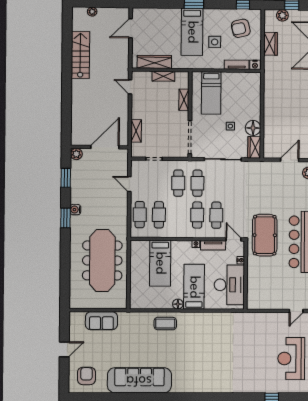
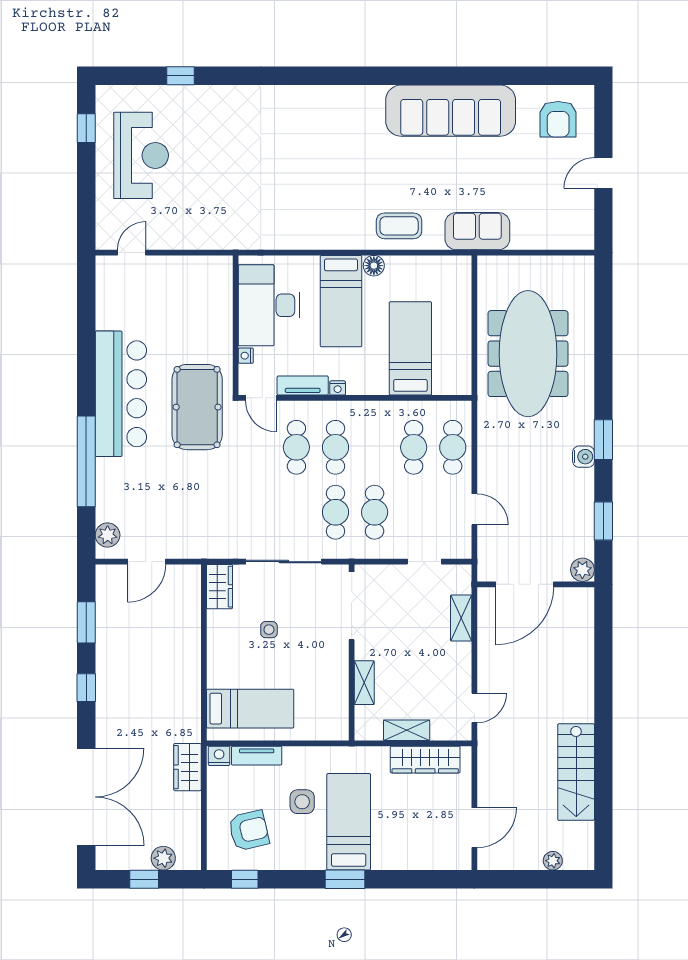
wardrobe: (271, 44) -> (187, 767), moved
door: (130, 87) -> (474, 708), hinge flipped
bed: (211, 93) -> (250, 709), moved, turned 90
floor lamp: (253, 128) -> (222, 626), removed
sofa: (101, 321) -> (477, 231), moved

